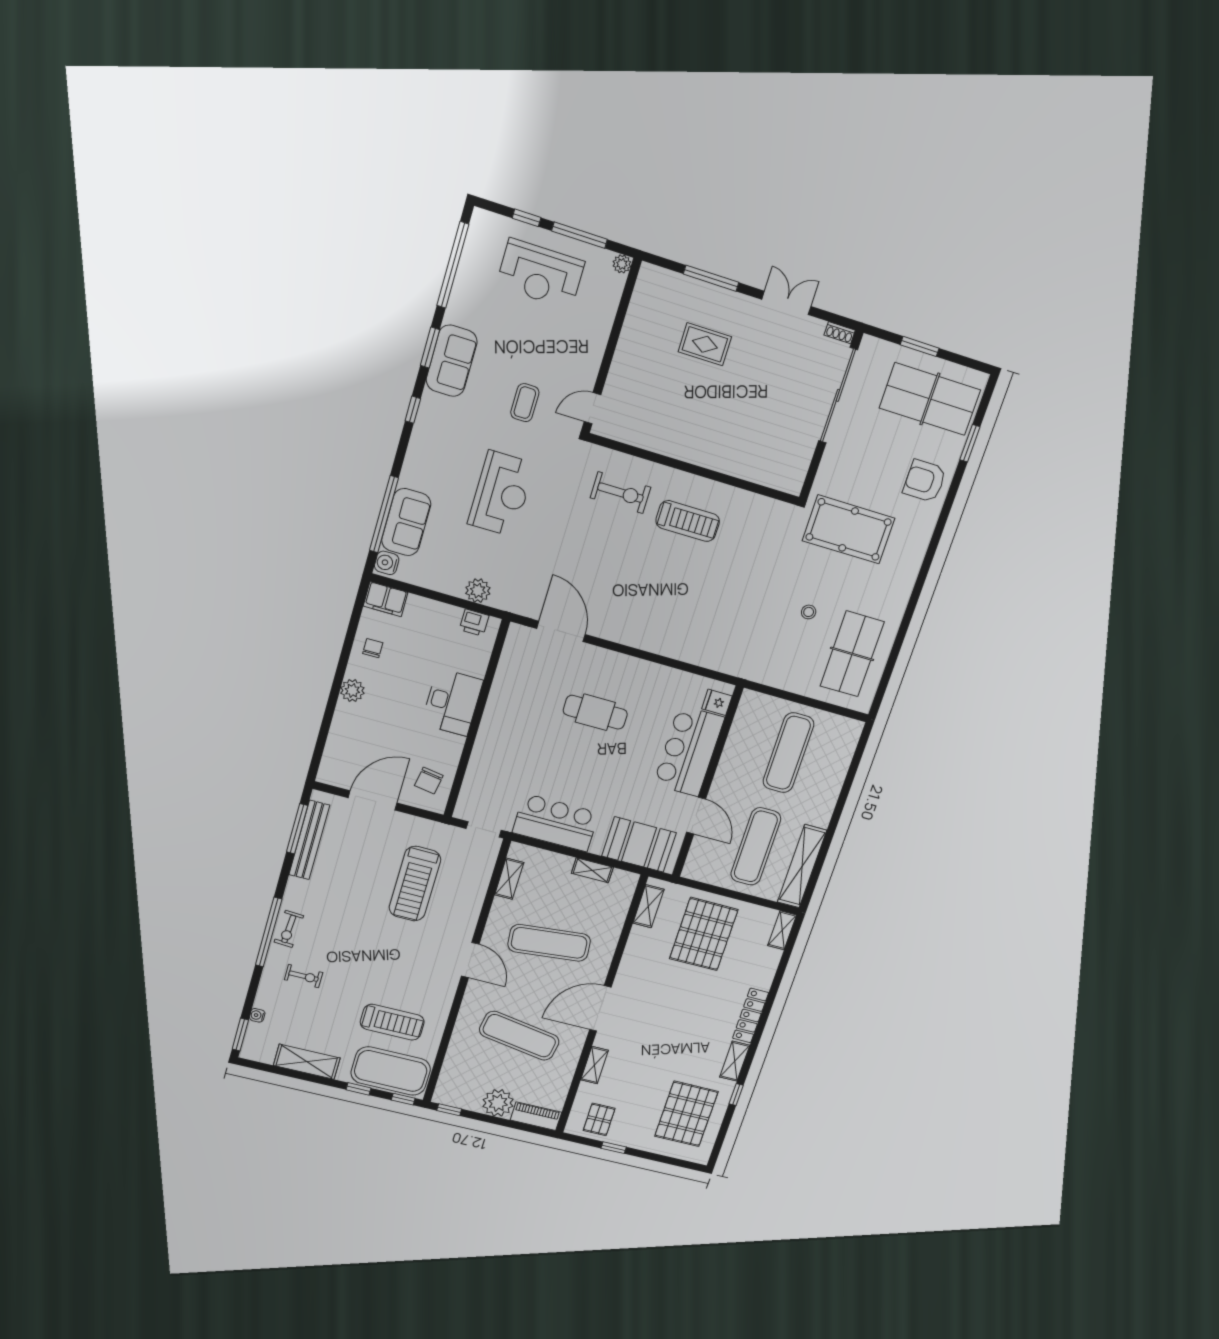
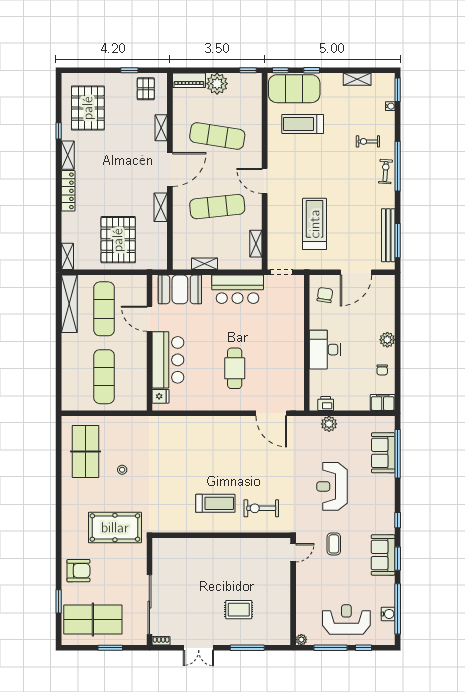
treadmill: (688, 521) -> (215, 503), turned 180
water cooler: (387, 563) -> (388, 614), moved
cafe table: (595, 712) -> (235, 368), turned 90
shelving: (648, 906) -> (161, 207), moved
shelving: (307, 1062) -> (357, 79), width x0.67, depth x0.75

